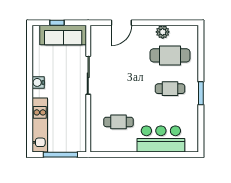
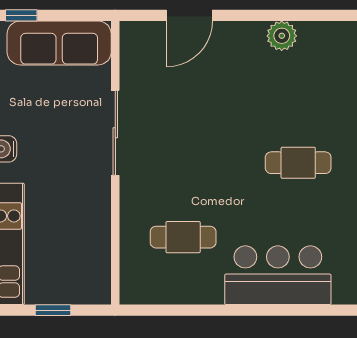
window: (57, 23) -> (21, 15), moved
cafe table: (170, 55) -> (298, 88), removed
window: (60, 155) -> (53, 310), width x0.46

